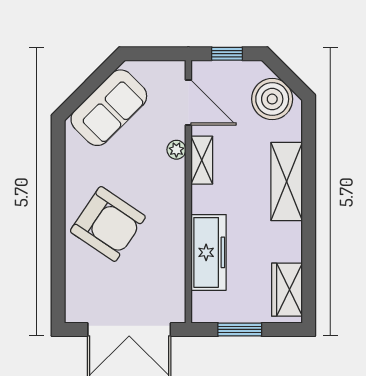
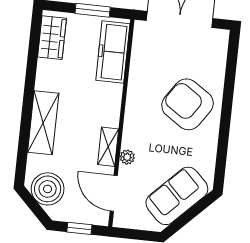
freezer: (209, 252) -> (113, 52), moved

